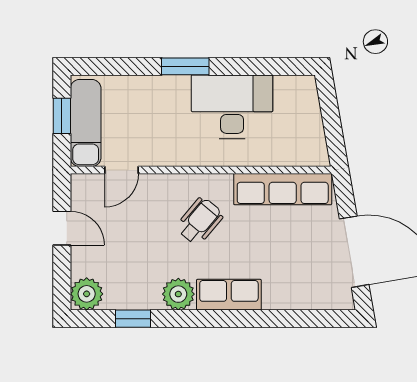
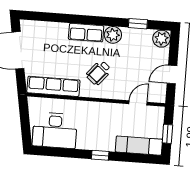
window: (185, 66) -> (100, 155), width x0.67
desk: (232, 107) -> (55, 130), moved
exam couch: (86, 123) -> (139, 146), moved, turned 90
door: (62, 228) -> (172, 74), hinge flipped

